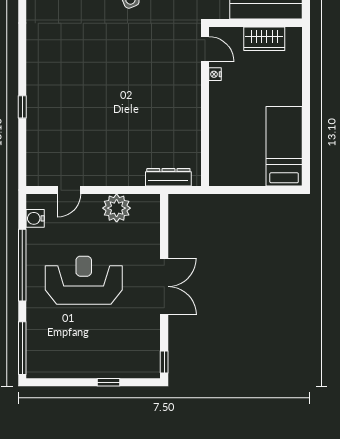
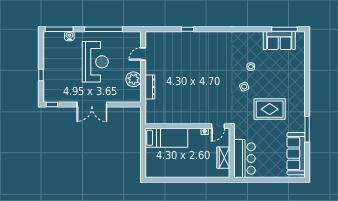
bed: (284, 146) -> (166, 138), moved
dresser: (168, 177) -> (150, 87), moved
door: (69, 190) -> (143, 54), hinge flipped
water cooler: (35, 218) -> (69, 36), moved

